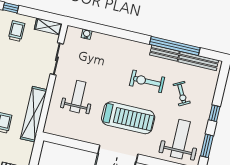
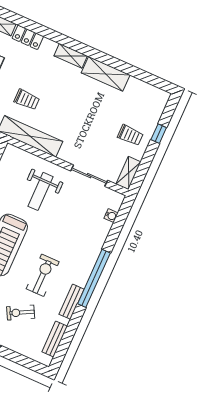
window: (175, 46) -> (94, 278), moved
bench: (198, 61) -> (55, 339), width x0.73
weight bench: (78, 97) -> (41, 191), turned 90

